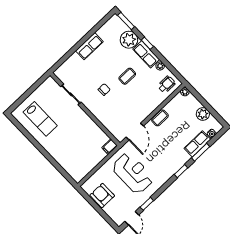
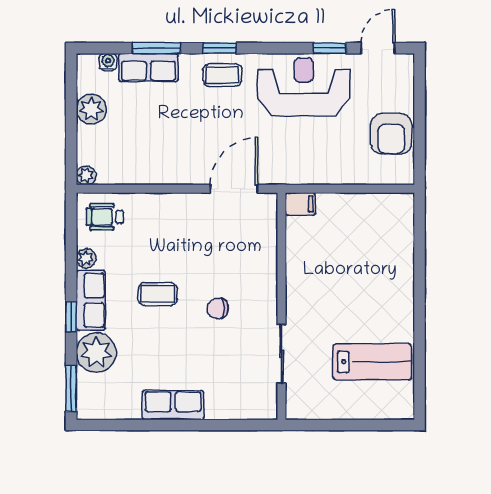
coffee table: (160, 118) -> (222, 75), moved
lab bench: (40, 119) -> (372, 362), turned 90
reception desk: (133, 173) -> (304, 87), moved, turned 90

